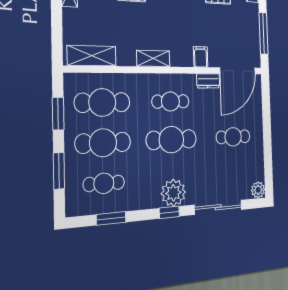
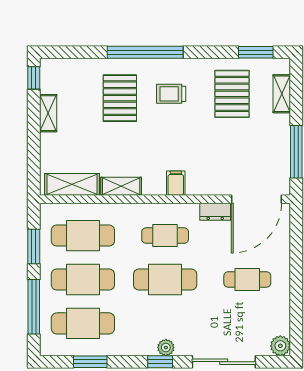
filing cabinet: (201, 57) -> (176, 183), moved
shelving: (153, 59) -> (121, 186), moved
window: (59, 171) -> (34, 307), width x1.44
cafe table: (104, 183) -> (83, 323), width x1.37, depth x1.35
plant: (173, 193) -> (166, 348), width x0.53, depth x0.53

